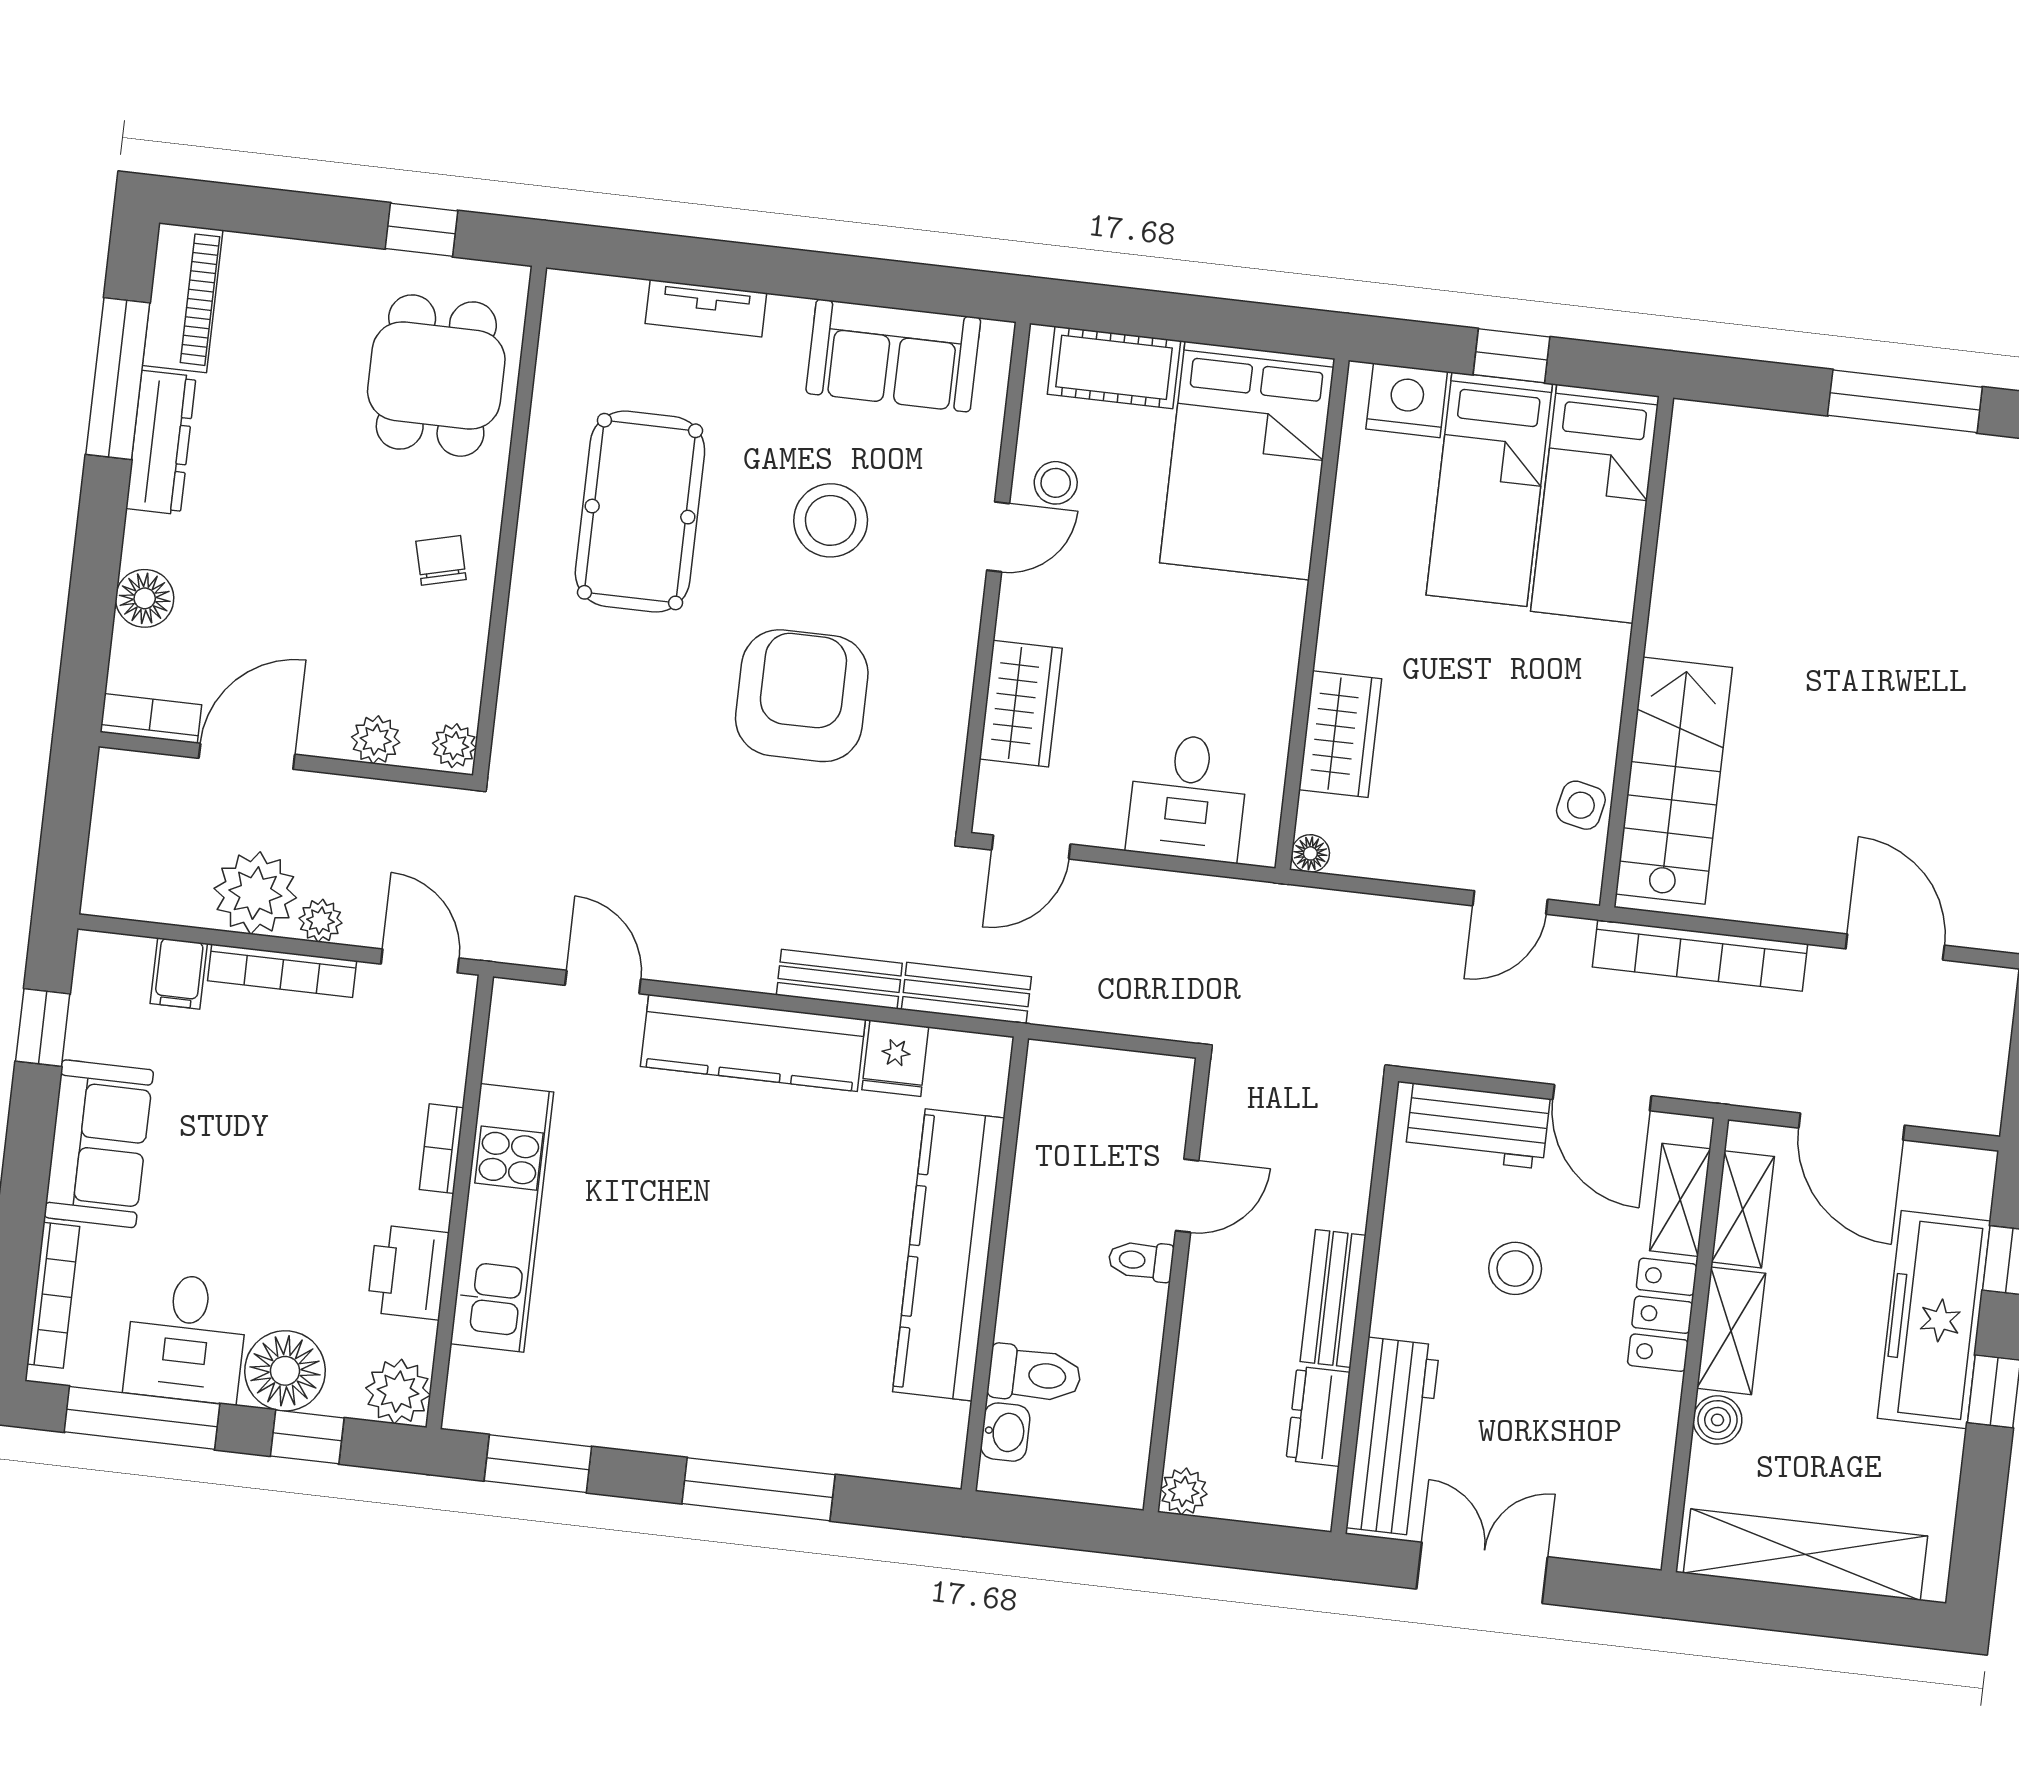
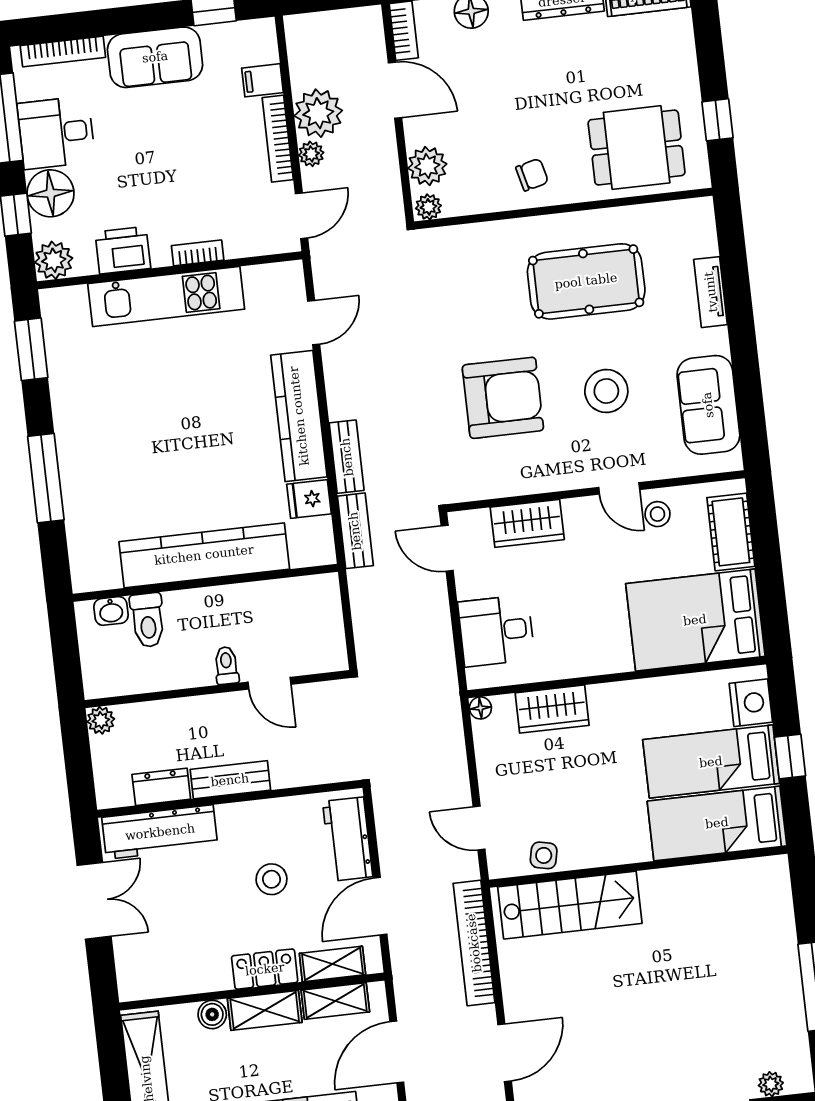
plant: (376, 740) -> (427, 166), width x1.38, depth x1.38

